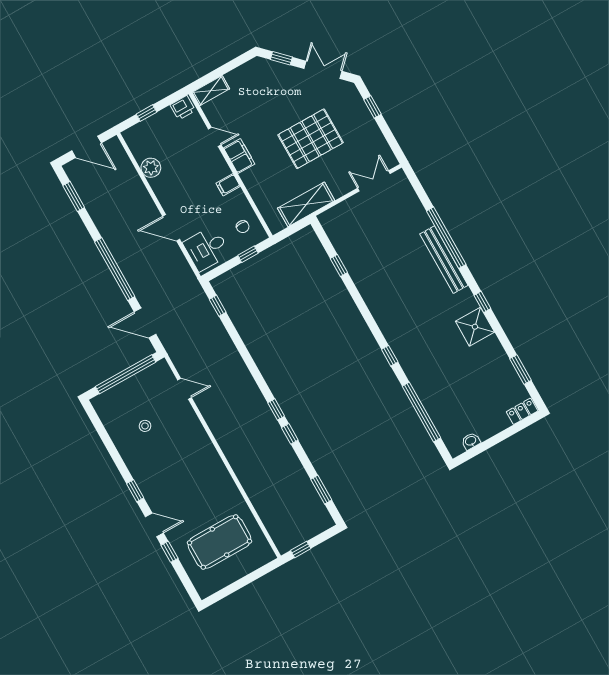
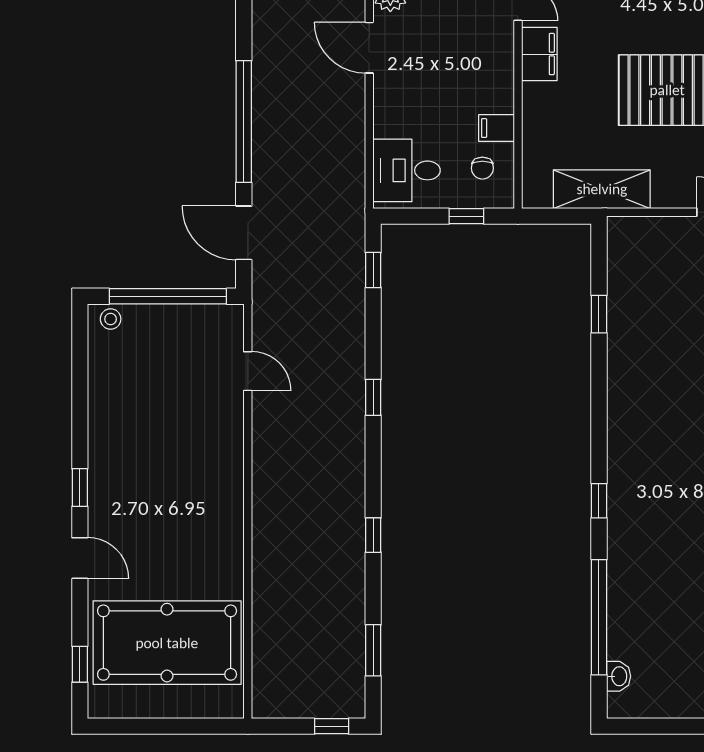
filing cabinet: (228, 185) -> (497, 128), moved
door: (171, 228) -> (369, 48), moved
window: (276, 409) -> (373, 397), moved
stool: (145, 426) -> (111, 319), moved
washbasin: (471, 441) -> (619, 676), moved, turned 90
pool table: (219, 542) -> (167, 643), width x1.36, depth x1.32
window: (301, 549) -> (332, 726), moved
window: (169, 552) -> (80, 664), moved

